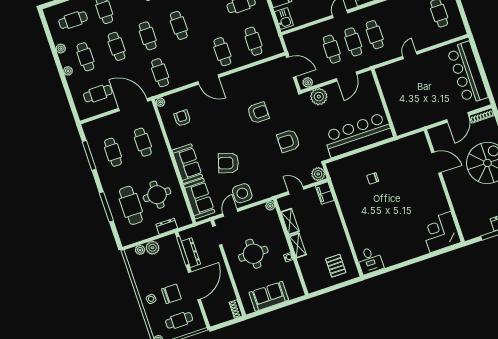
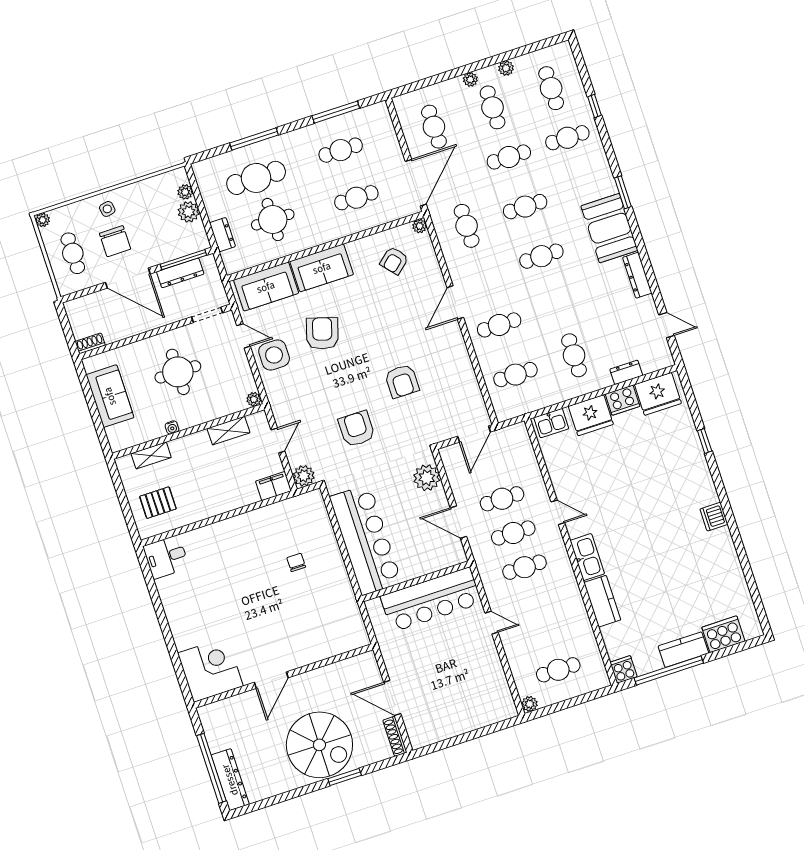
cafe table: (85, 57) -> (493, 107), turned 90
cafe table: (160, 73) -> (467, 226), turned 90
bar counter: (467, 73) -> (431, 600), moved, turned 180
plant: (308, 82) -> (530, 704), moved
armchair: (182, 118) -> (394, 261), turned 139
door: (436, 163) -> (271, 680), moved
shelving: (298, 245) -> (151, 455), moved

